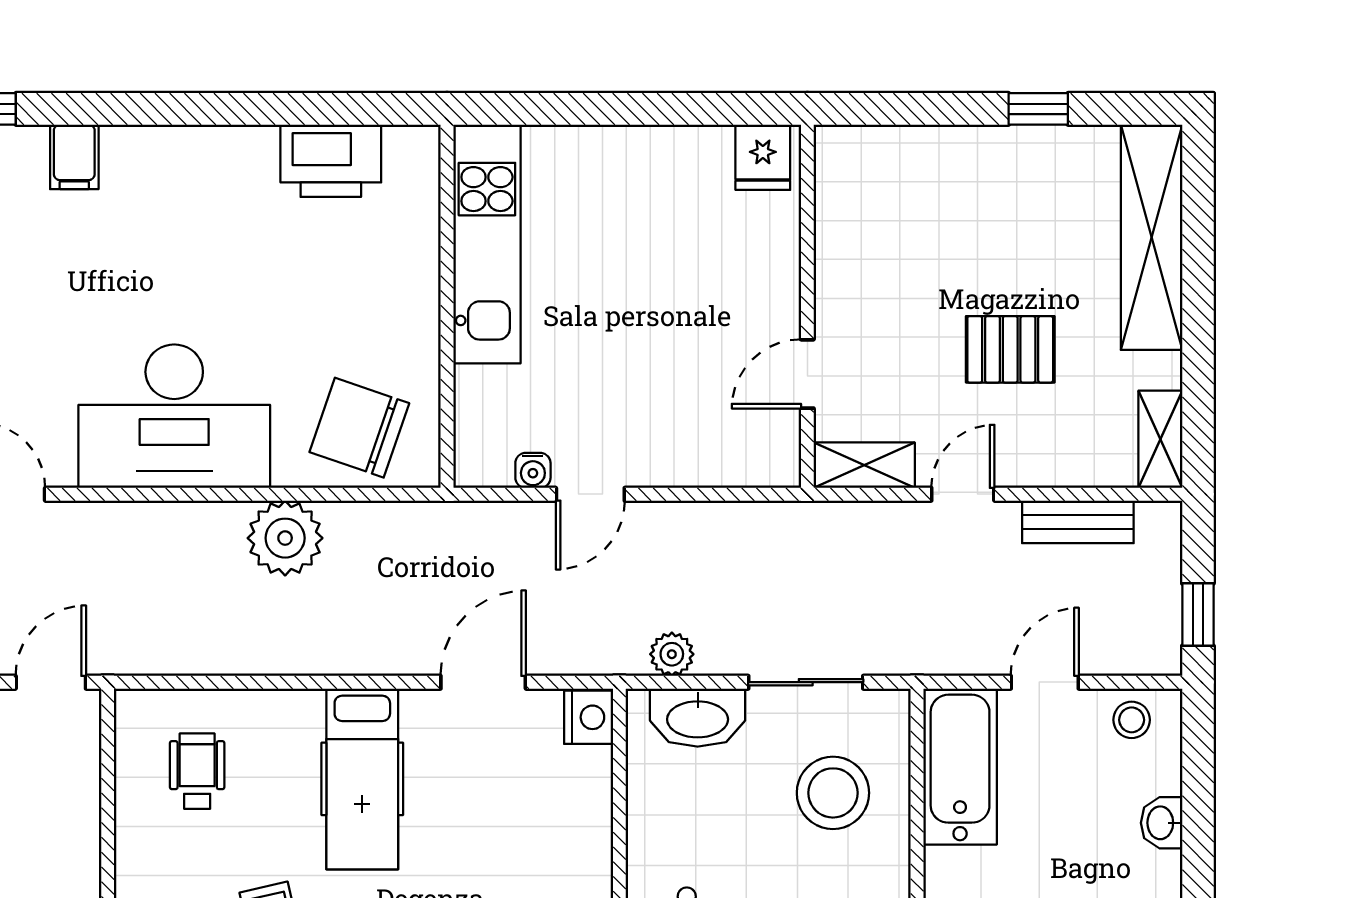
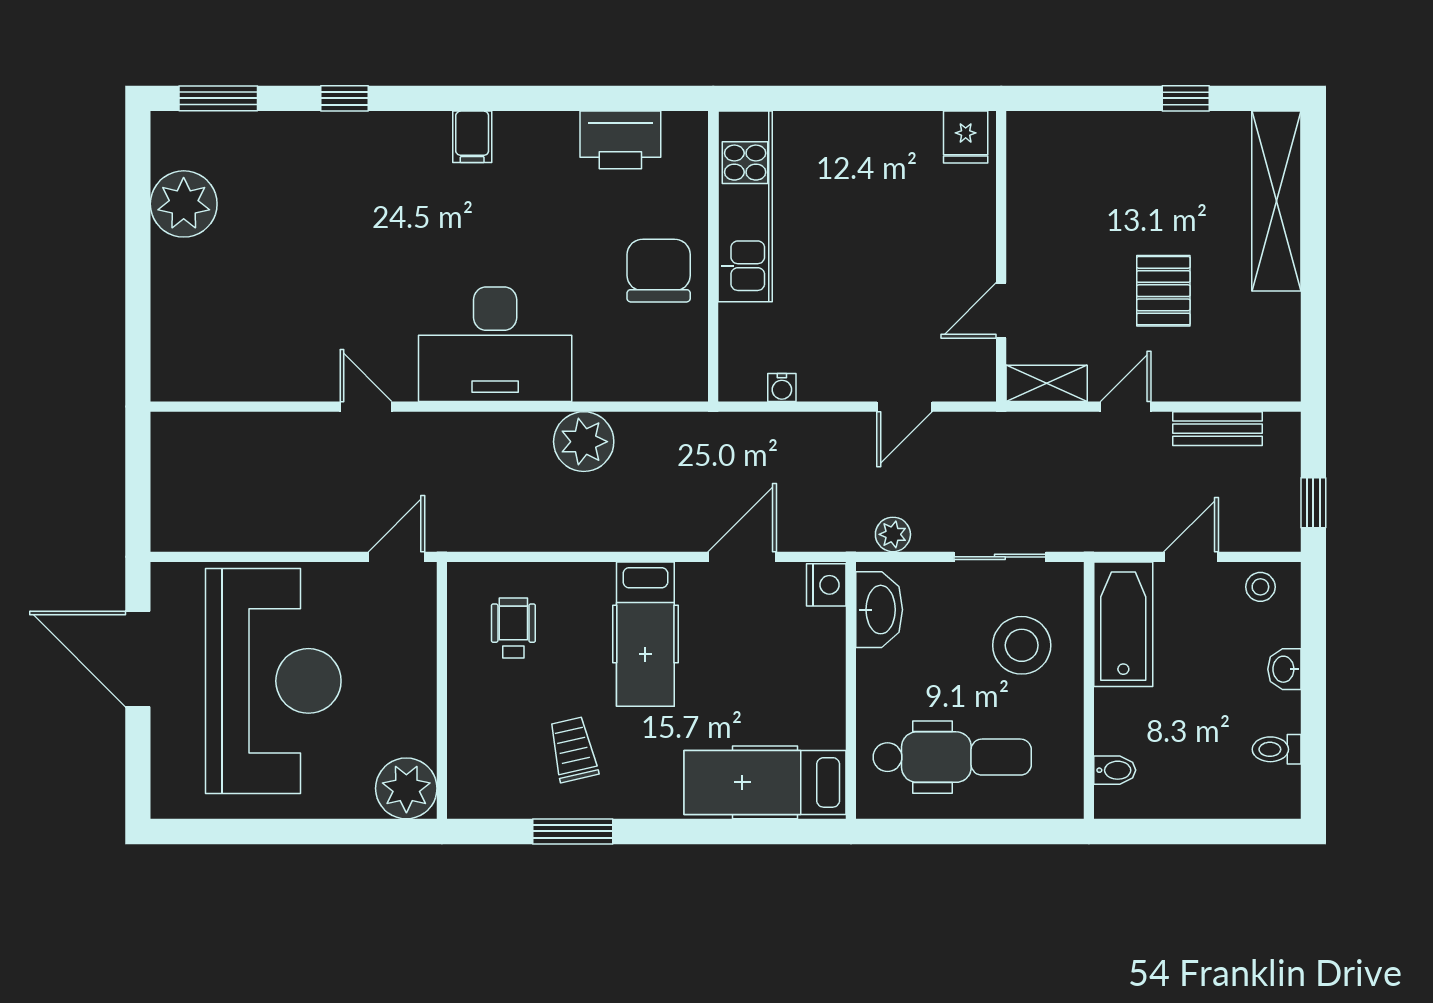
filing cabinet: (74, 157) -> (472, 137), moved
pallet: (1010, 349) -> (1163, 291), turned 90
chair: (359, 428) -> (659, 271), moved, turned 71
shelving: (1160, 439) -> (1283, 363), removed
door: (590, 494) -> (904, 407), moved
washbasin: (698, 718) -> (879, 610), moved, turned -90

